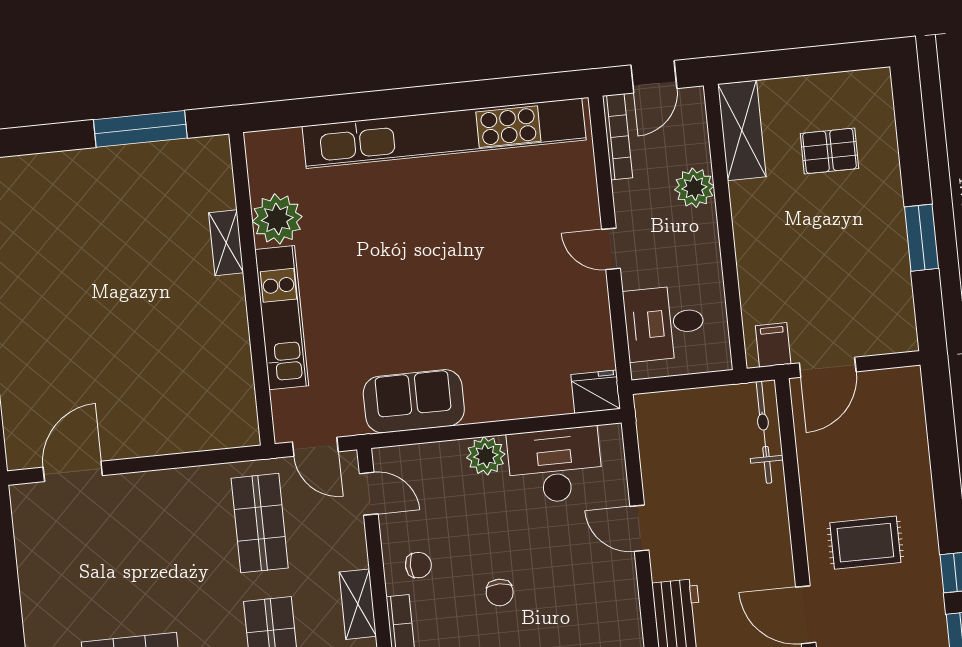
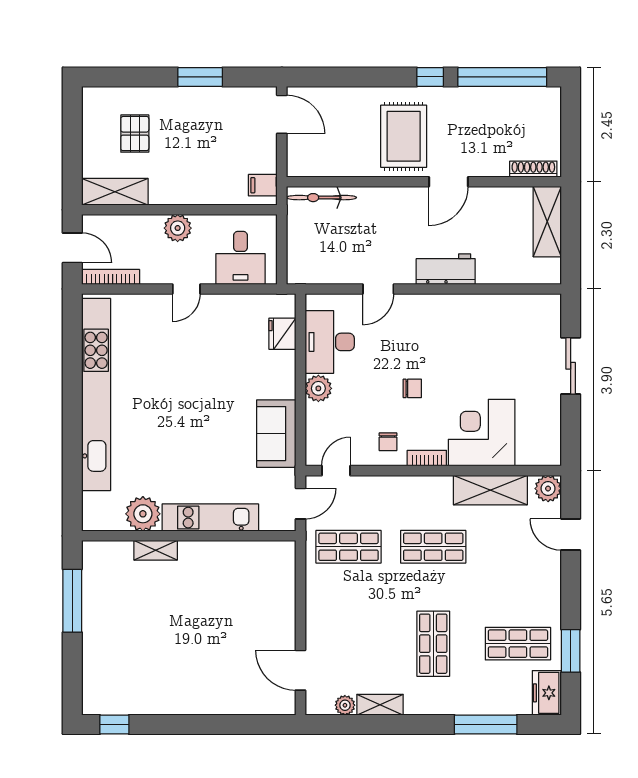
plant: (694, 188) -> (178, 228), moved
door: (828, 367) -> (282, 114), moved
fridge: (596, 392) -> (282, 334), moved
plant: (29, 541) -> (345, 705), added
rug: (865, 543) -> (404, 136), width x1.36, depth x1.43
chair: (418, 565) -> (388, 442), turned 180
shelving: (358, 604) -> (380, 705), moved

